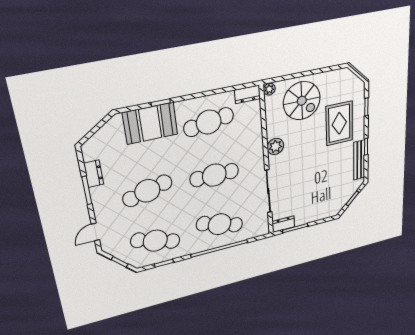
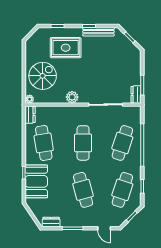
dresser: (94, 174) -> (51, 222), moved

